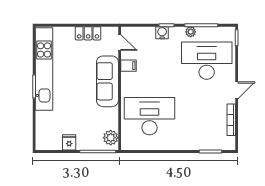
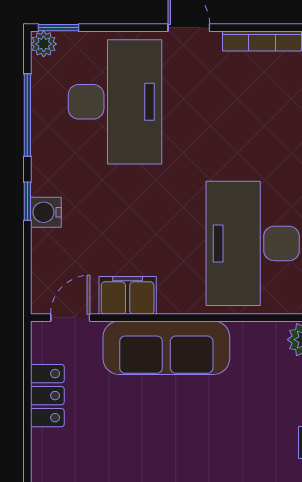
plant: (191, 32) -> (44, 44), moved
desk: (207, 61) -> (115, 102), turned 180
filing cabinet: (129, 66) -> (128, 295), width x2.00

